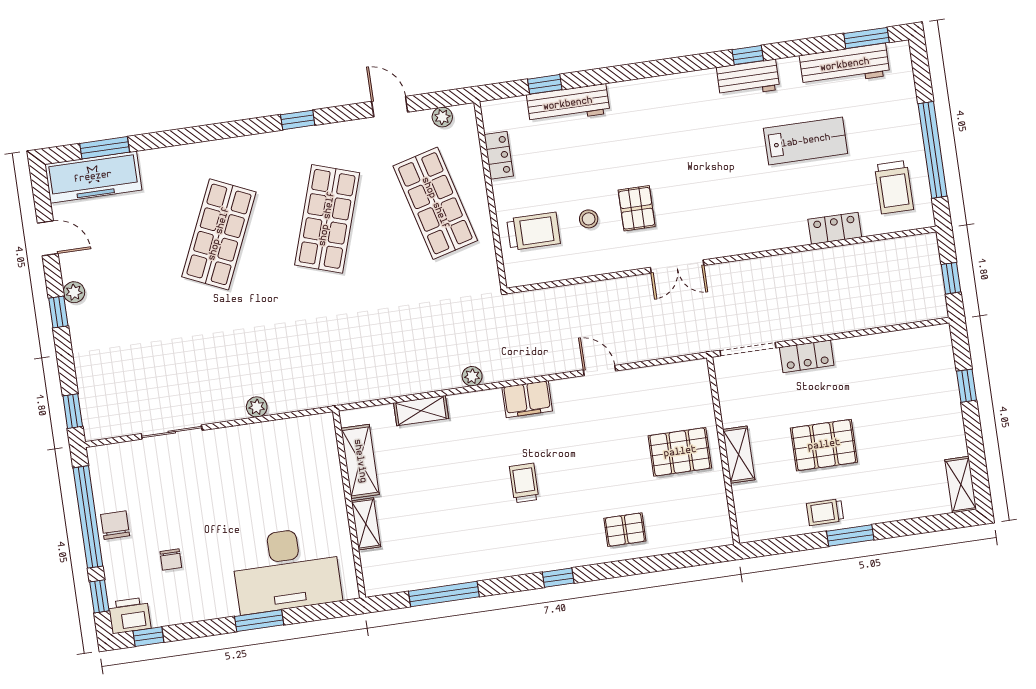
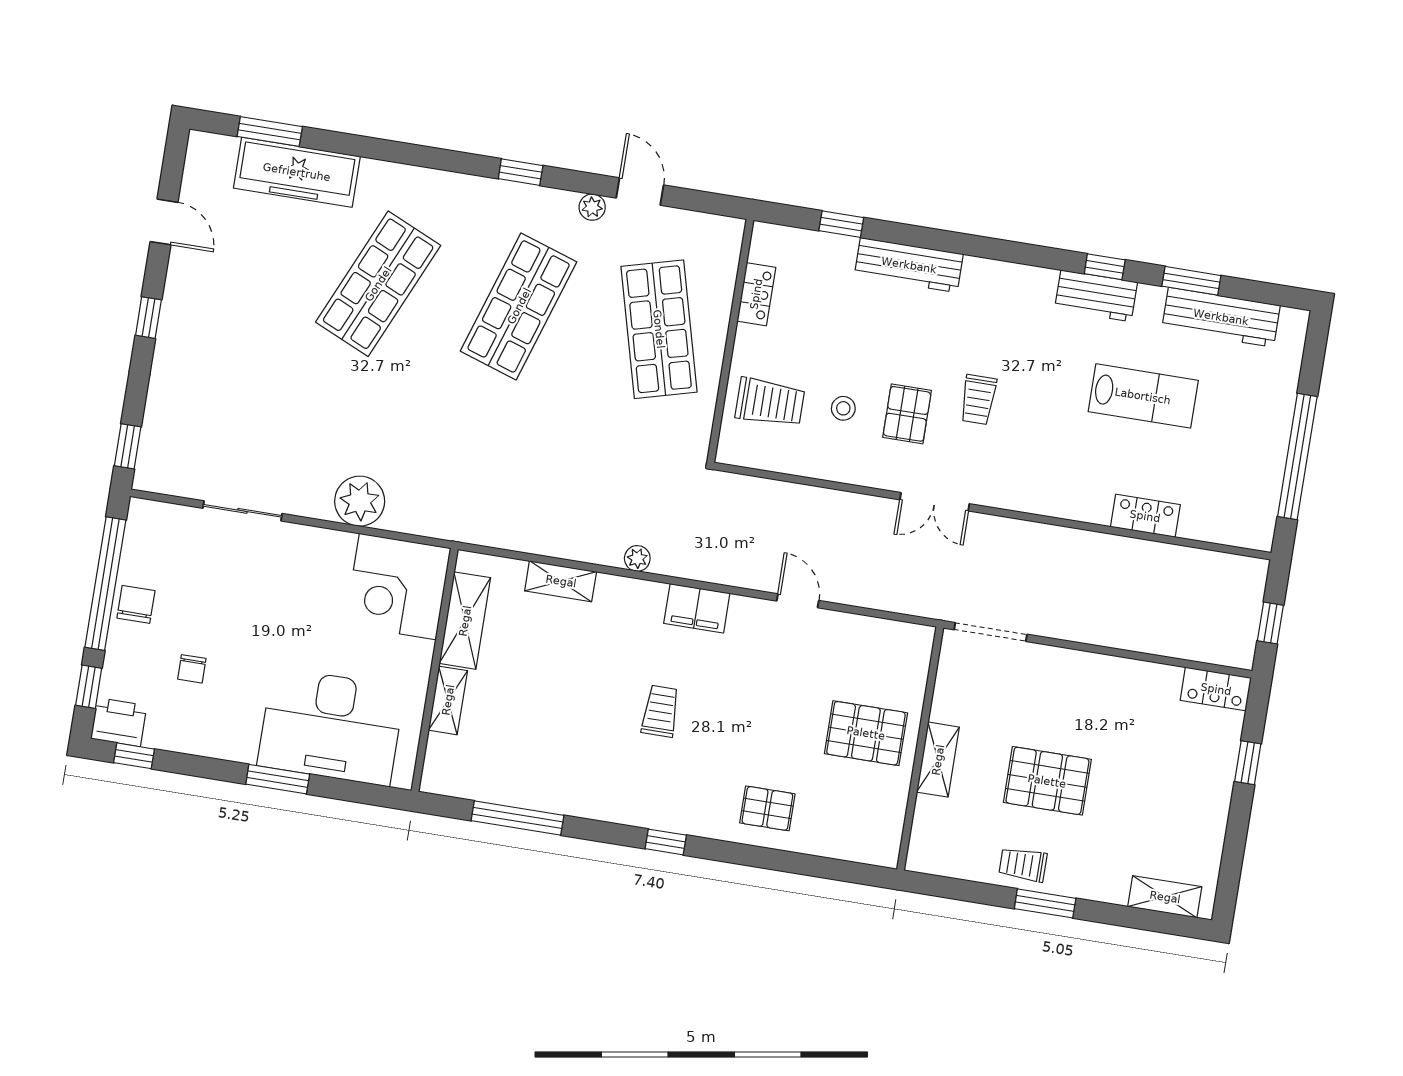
window: (866, 38) -> (1191, 281), moved
workbench: (568, 104) -> (909, 265), moved
plant: (442, 117) -> (592, 207), moved
freezer: (93, 177) -> (297, 172), moved
trolley: (894, 187) -> (978, 400), moved, width x0.73, depth x0.72
plant: (74, 292) -> (176, 299), removed
locker: (807, 356) -> (1216, 689), moved
plant: (257, 407) -> (360, 501), width x1.87, depth x1.87
corner desk: (303, 452) -> (398, 587), added
shelving: (961, 485) -> (1165, 897), moved, turned 90

